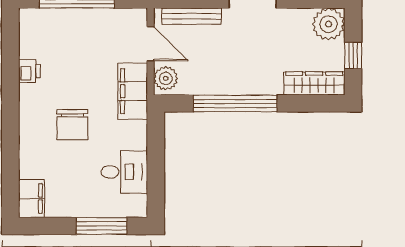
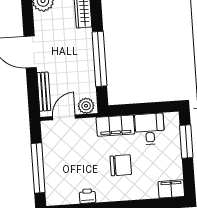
filing cabinet: (133, 91) -> (115, 126), moved

